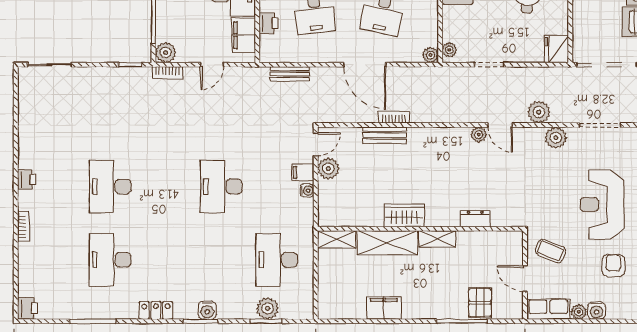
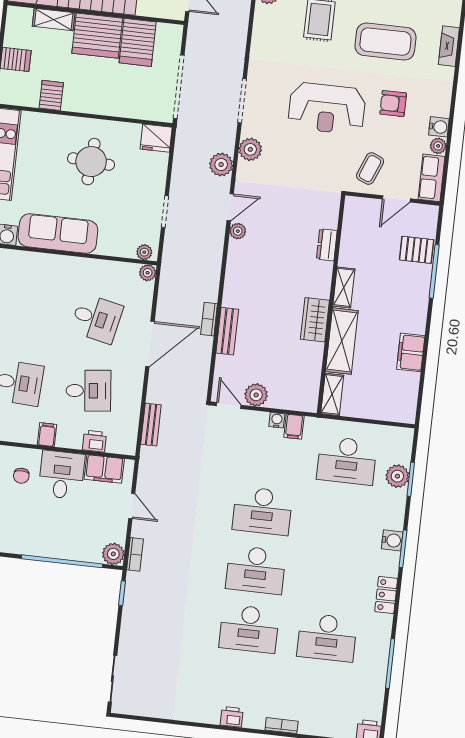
filing cabinet: (303, 173) -> (294, 427), moved
desk: (166, 187) -> (256, 570), added

